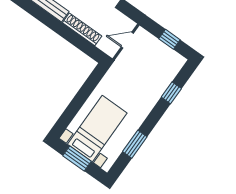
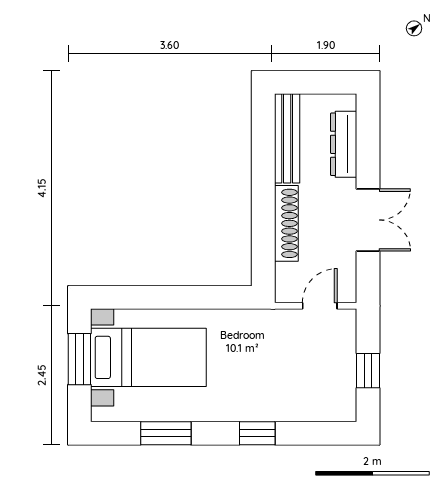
door: (127, 40) -> (320, 306), hinge flipped
window: (171, 93) -> (257, 433), moved

